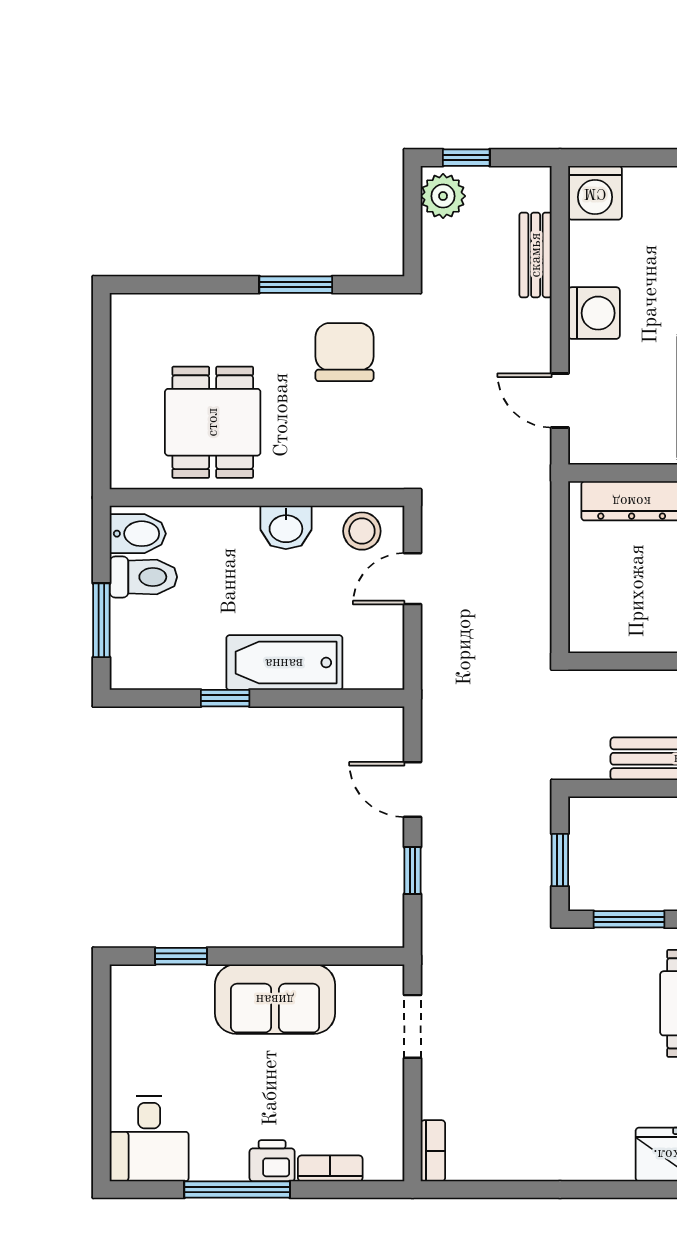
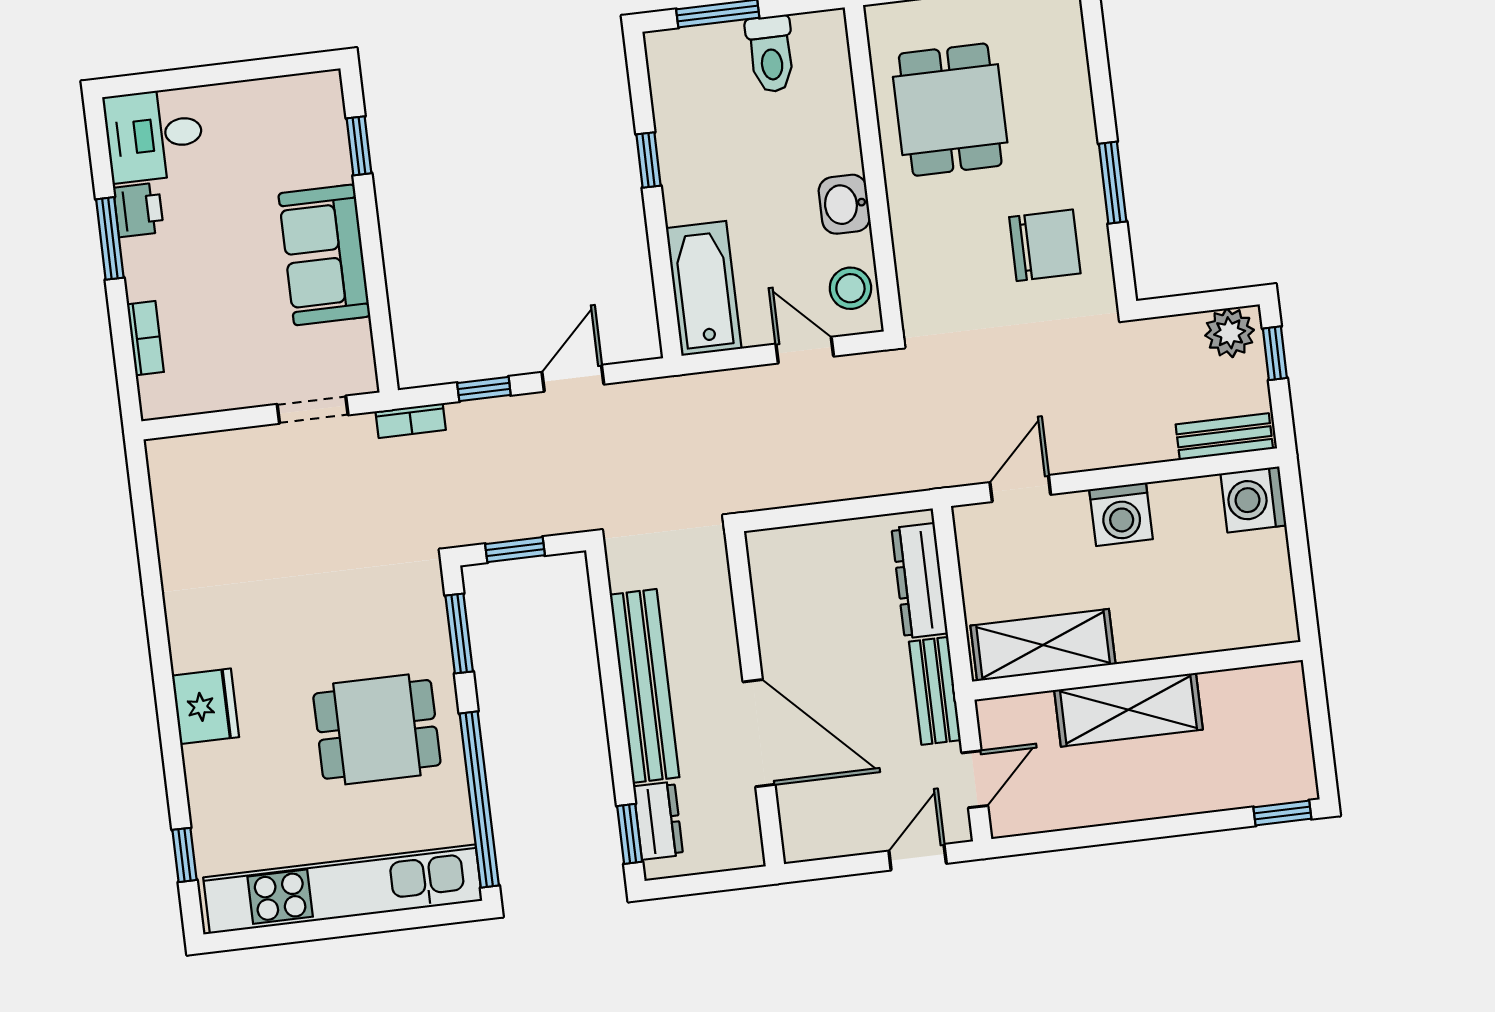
bench: (536, 255) -> (1224, 437), moved
dining table: (213, 422) -> (950, 110), turned 90
bidet: (138, 534) -> (818, 42), removed
bathtub: (284, 663) -> (704, 288), moved
bookcase: (433, 1151) -> (411, 421), moved
printer: (272, 1161) -> (138, 210), moved
window: (237, 1189) -> (110, 238), width x0.69

